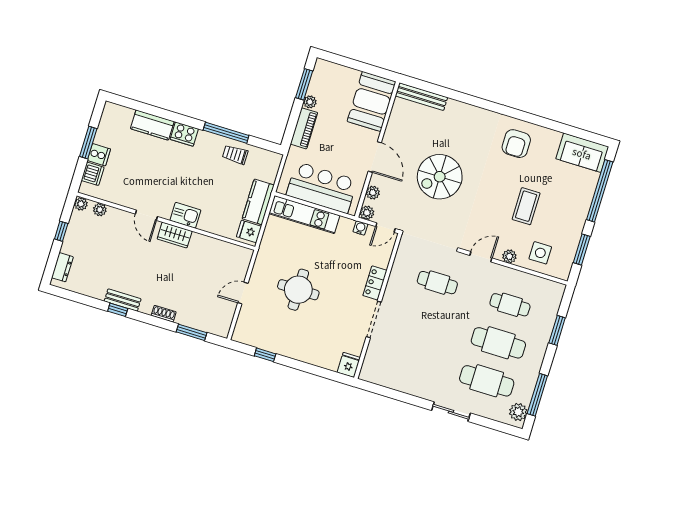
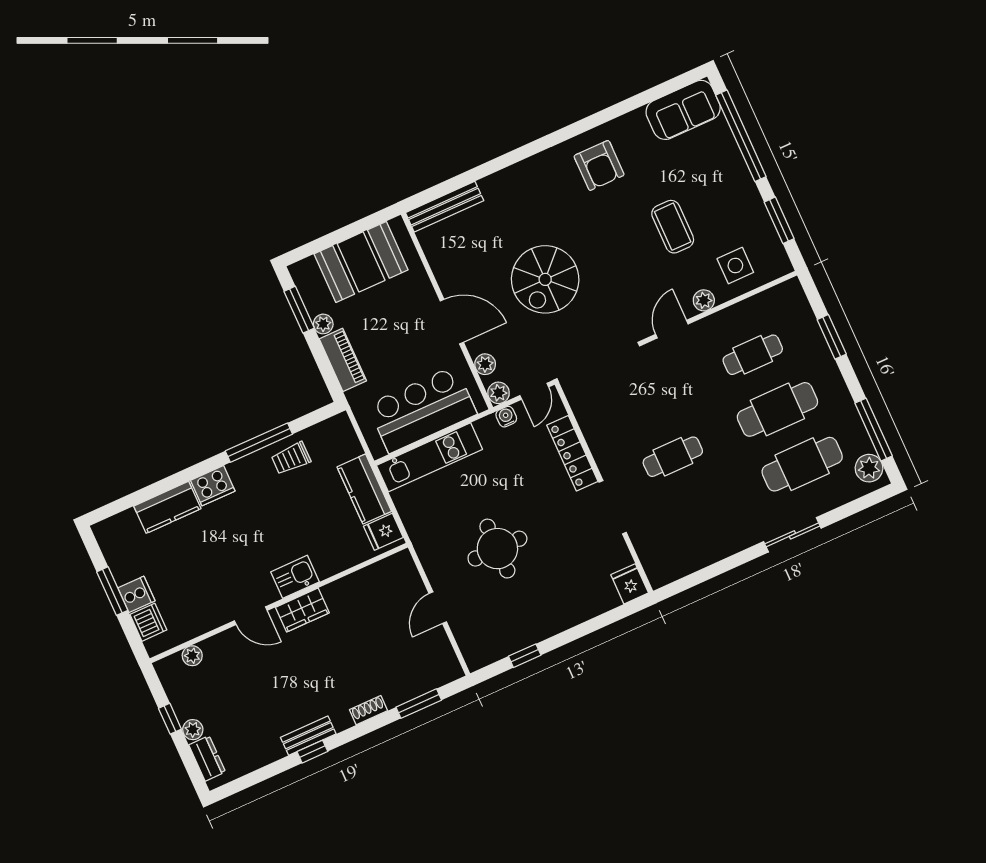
booth: (372, 101) -> (361, 262), moved, turned 90
plant: (81, 204) -> (193, 730), moved
locker: (375, 283) -> (572, 453), width x1.53
cafe table: (437, 283) -> (673, 457), moved

